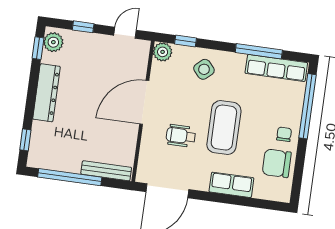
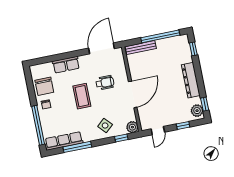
coffee table: (224, 128) -> (82, 96), width x0.73, depth x0.76
chair: (277, 163) -> (44, 86), turned 90

